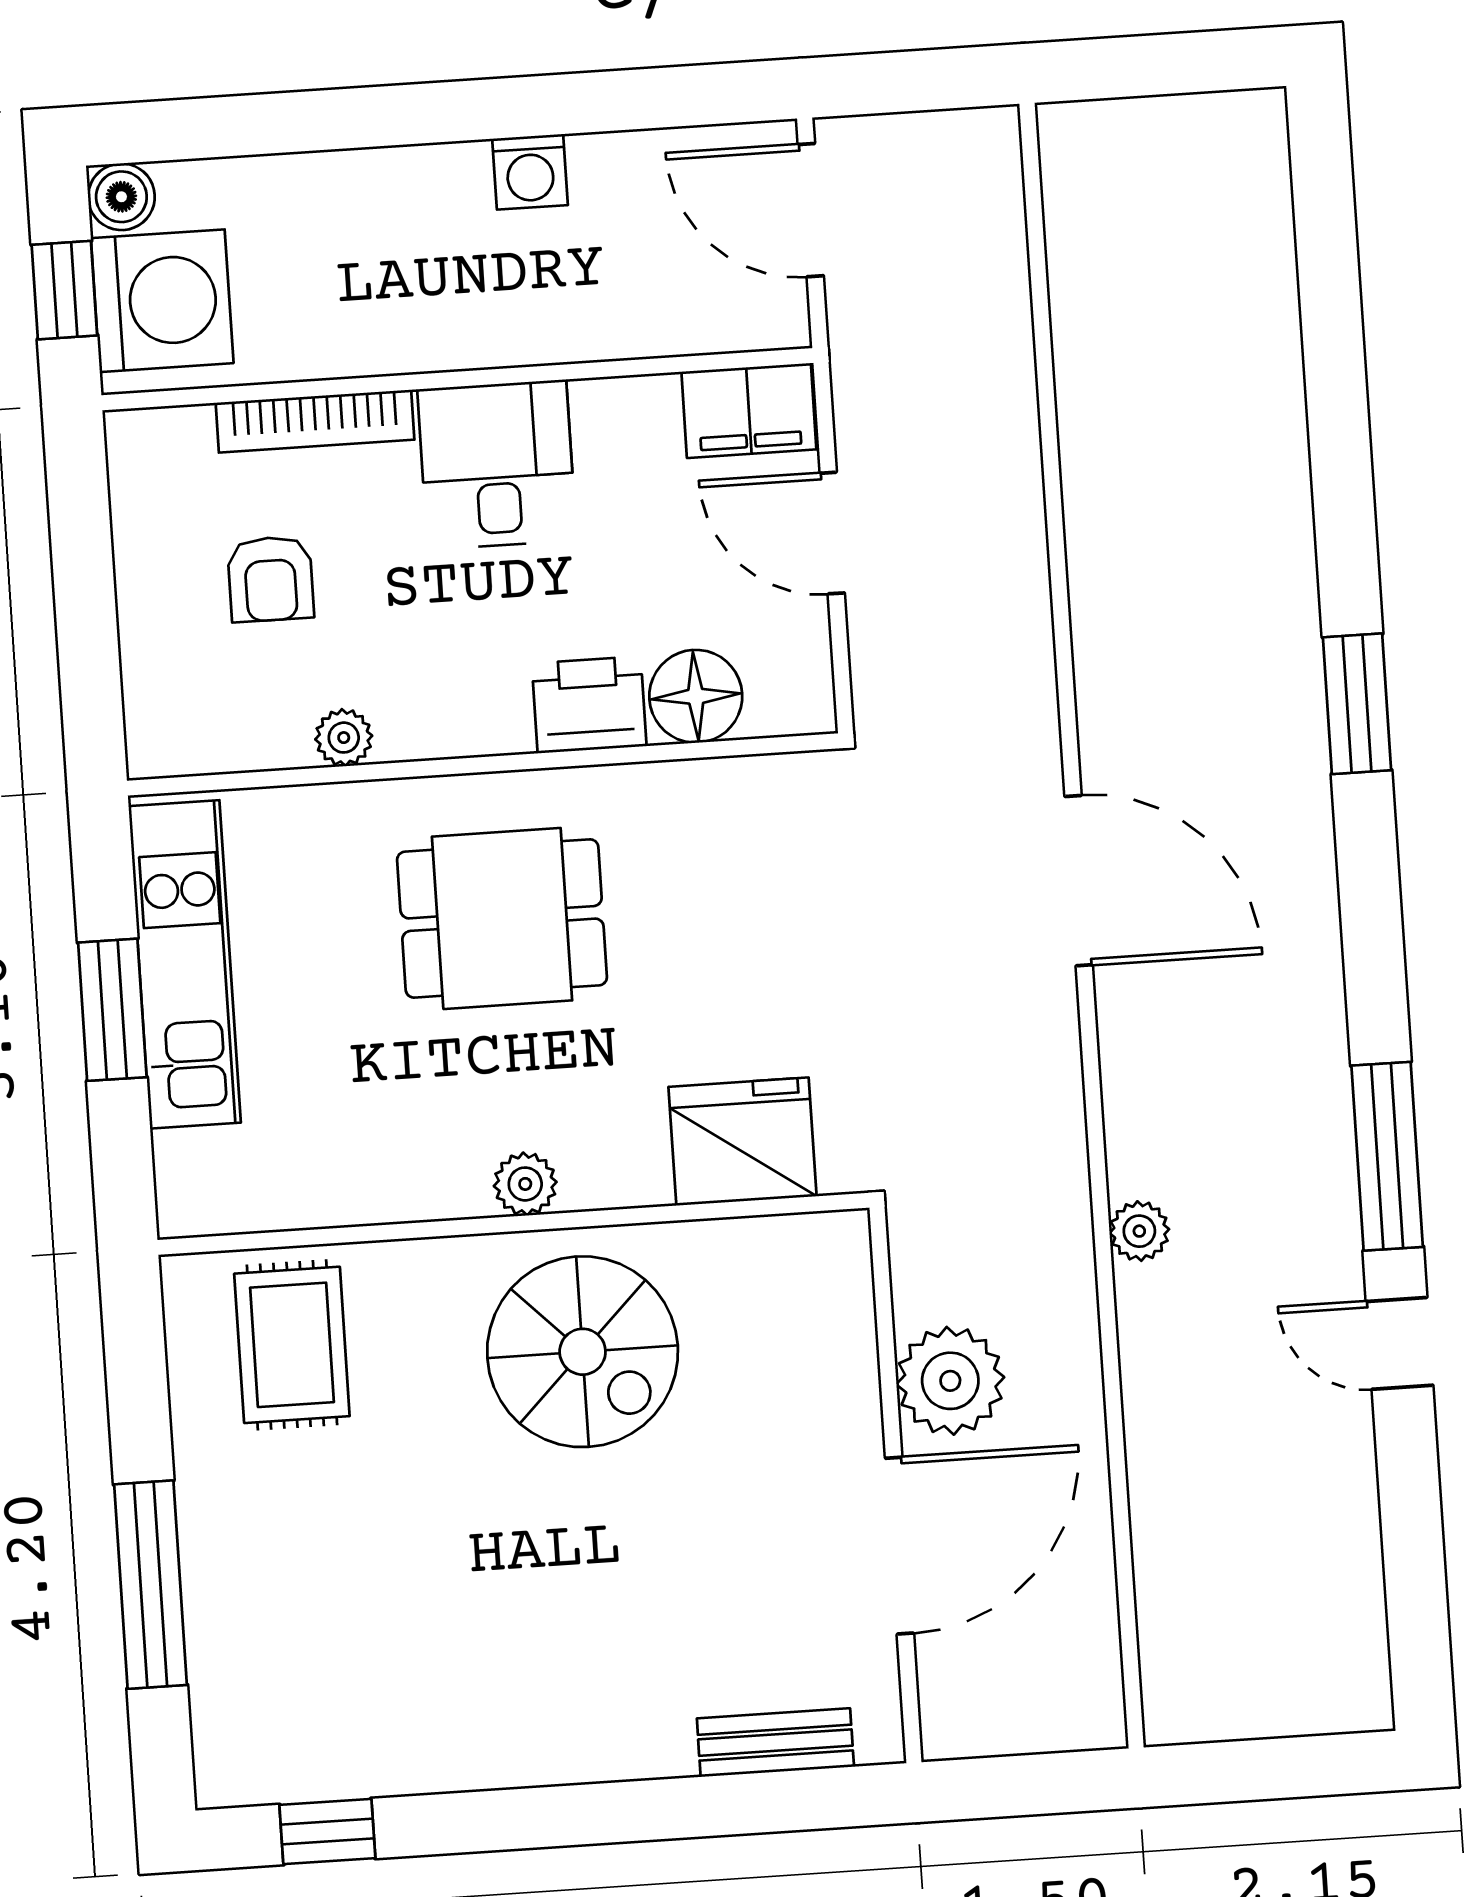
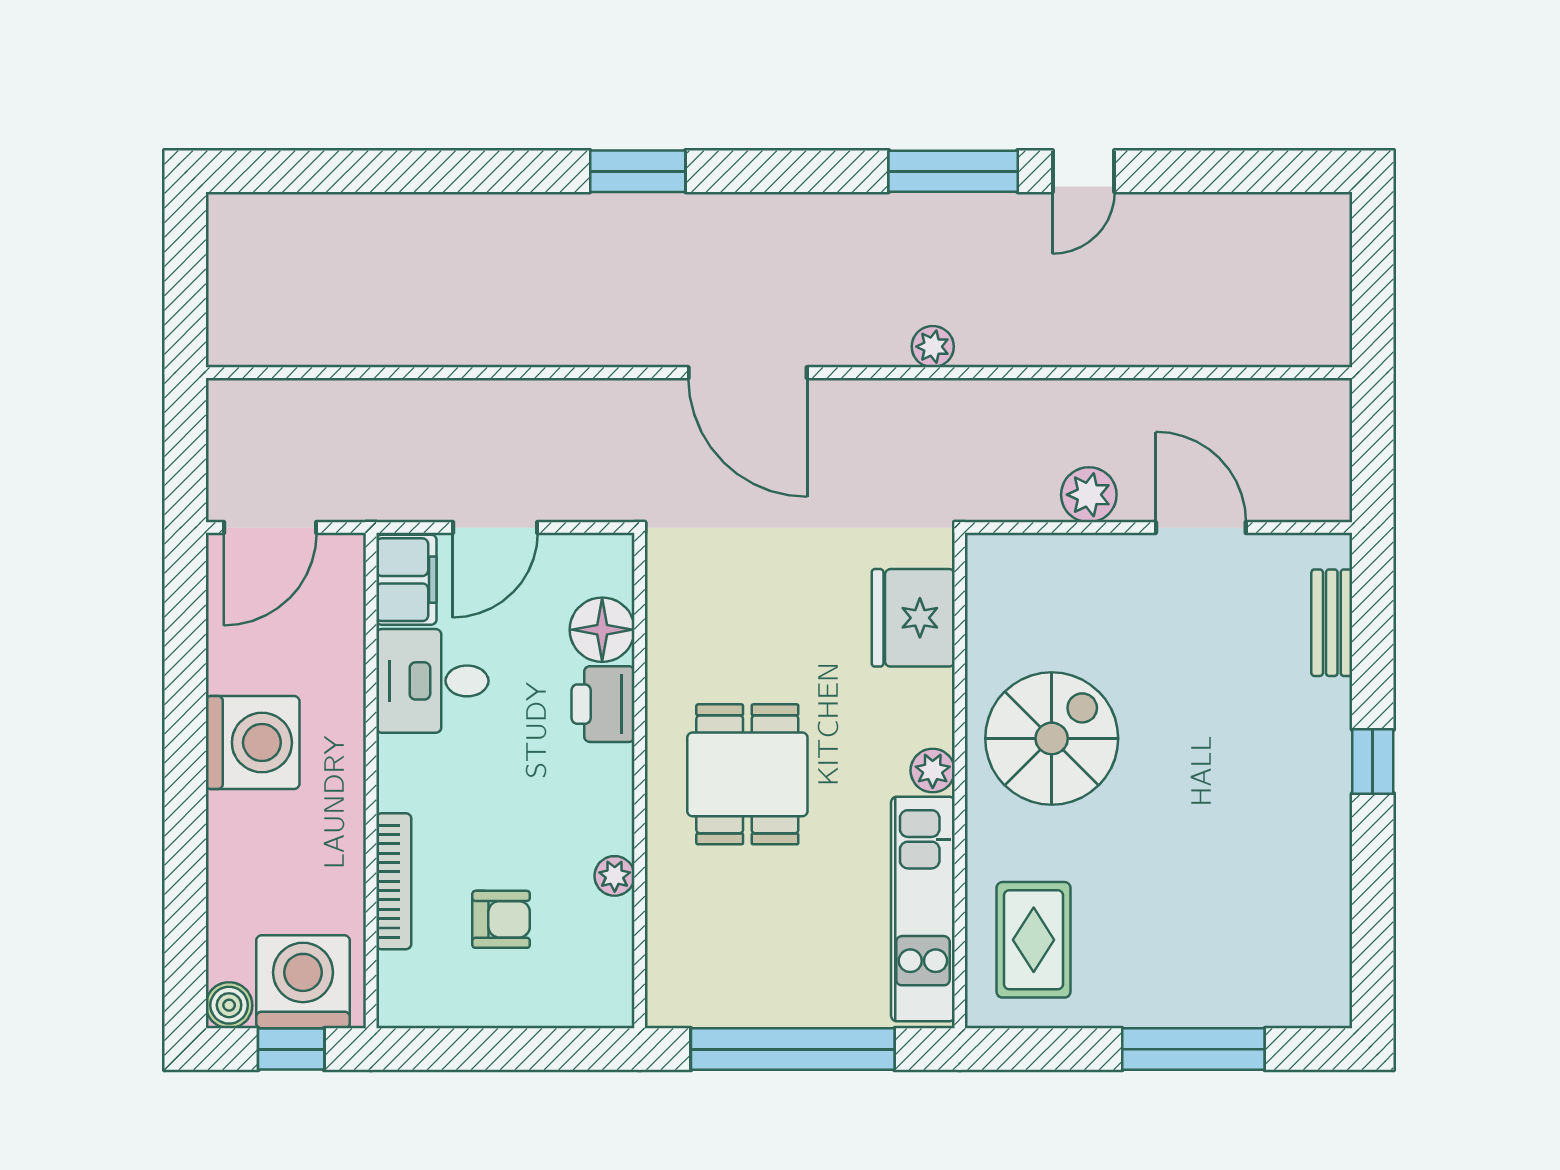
washing machine: (530, 172) -> (253, 743), width x1.89, depth x1.89
desk: (497, 465) -> (432, 681), moved
door: (1079, 881) -> (748, 373), swing flipped
kitchen unit: (185, 964) -> (923, 909), moved, turned -90
window: (112, 1010) -> (793, 1049), width x2.11
plant: (1139, 1231) -> (933, 347), moved
rug: (292, 1345) -> (1034, 940), turned 90
plant: (950, 1381) -> (1089, 495), width x0.73, depth x0.73
door: (899, 1546) -> (1201, 528), width x0.73
window: (327, 1832) -> (1373, 762), moved

